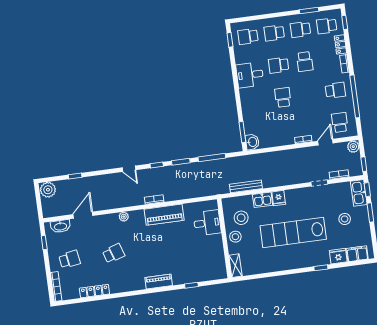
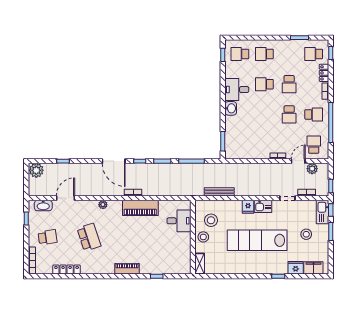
school desk: (300, 29) -> (289, 54), removed
school desk: (283, 97) -> (289, 114), moved, turned 180
washbasin: (252, 142) -> (231, 108), moved
plant: (353, 147) -> (312, 169), moved
door: (129, 169) -> (114, 161), width x1.88
kitchen sink: (263, 200) -> (263, 206), moved
school desk: (114, 253) -> (89, 237), width x1.85

